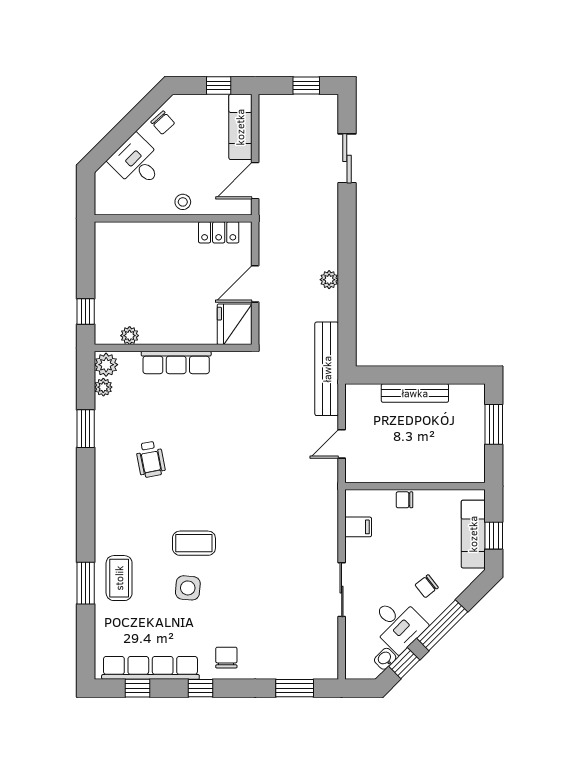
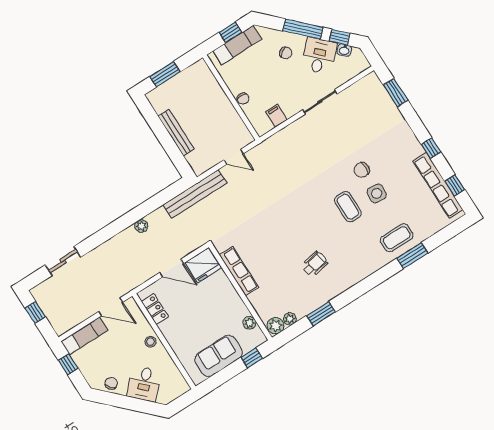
sofa: (113, 273) -> (219, 356), added
row of seats: (176, 362) -> (239, 271), moved
chair: (226, 658) -> (362, 170), moved

